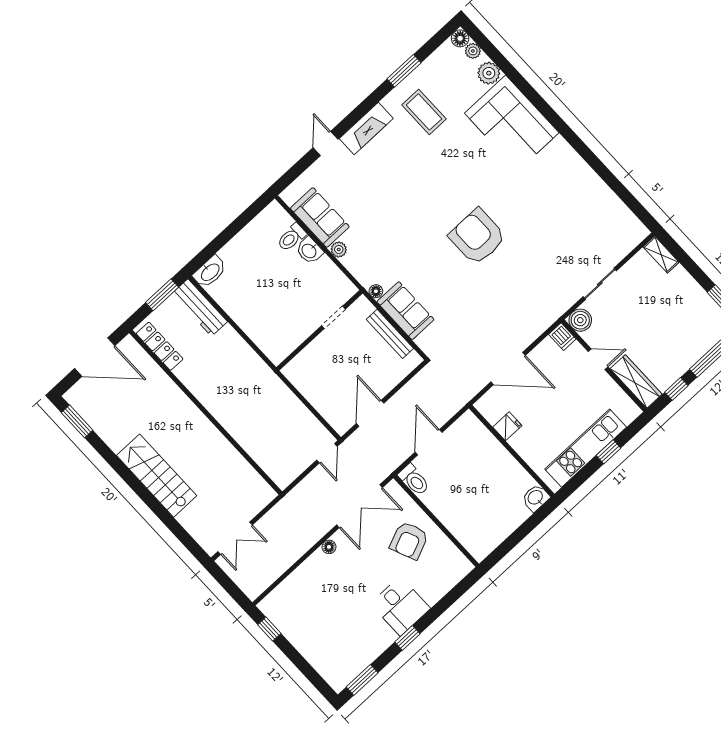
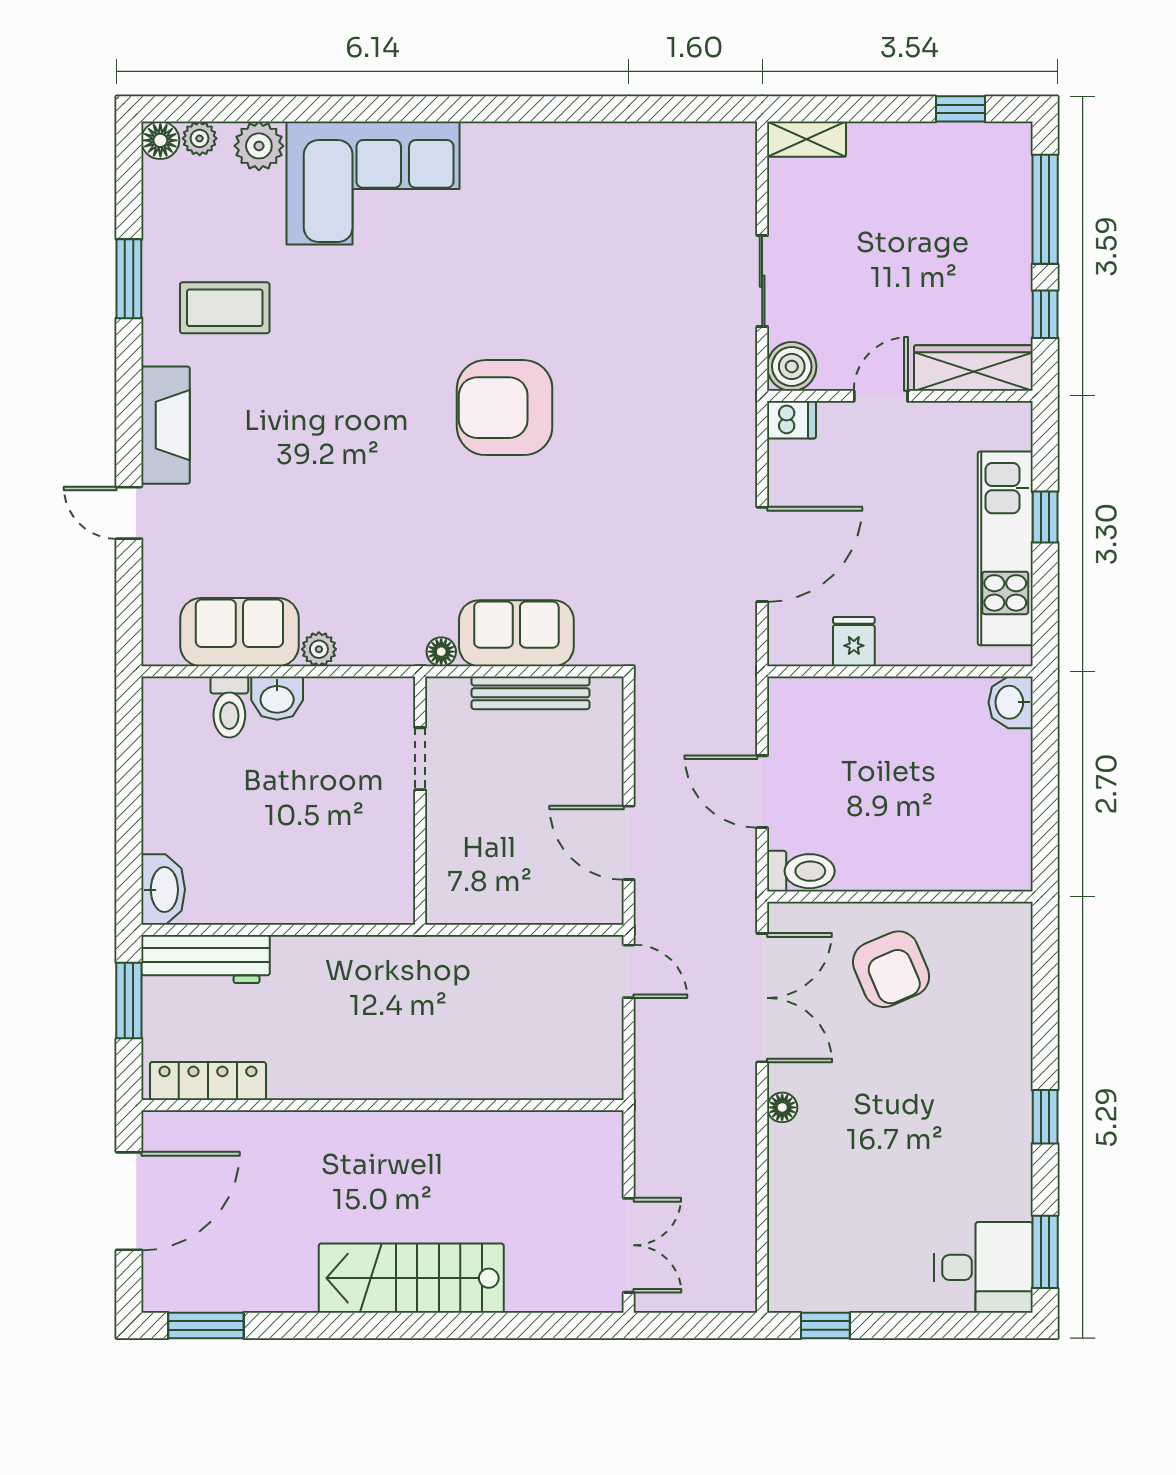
desk: (400, 606) -> (984, 1267), moved

